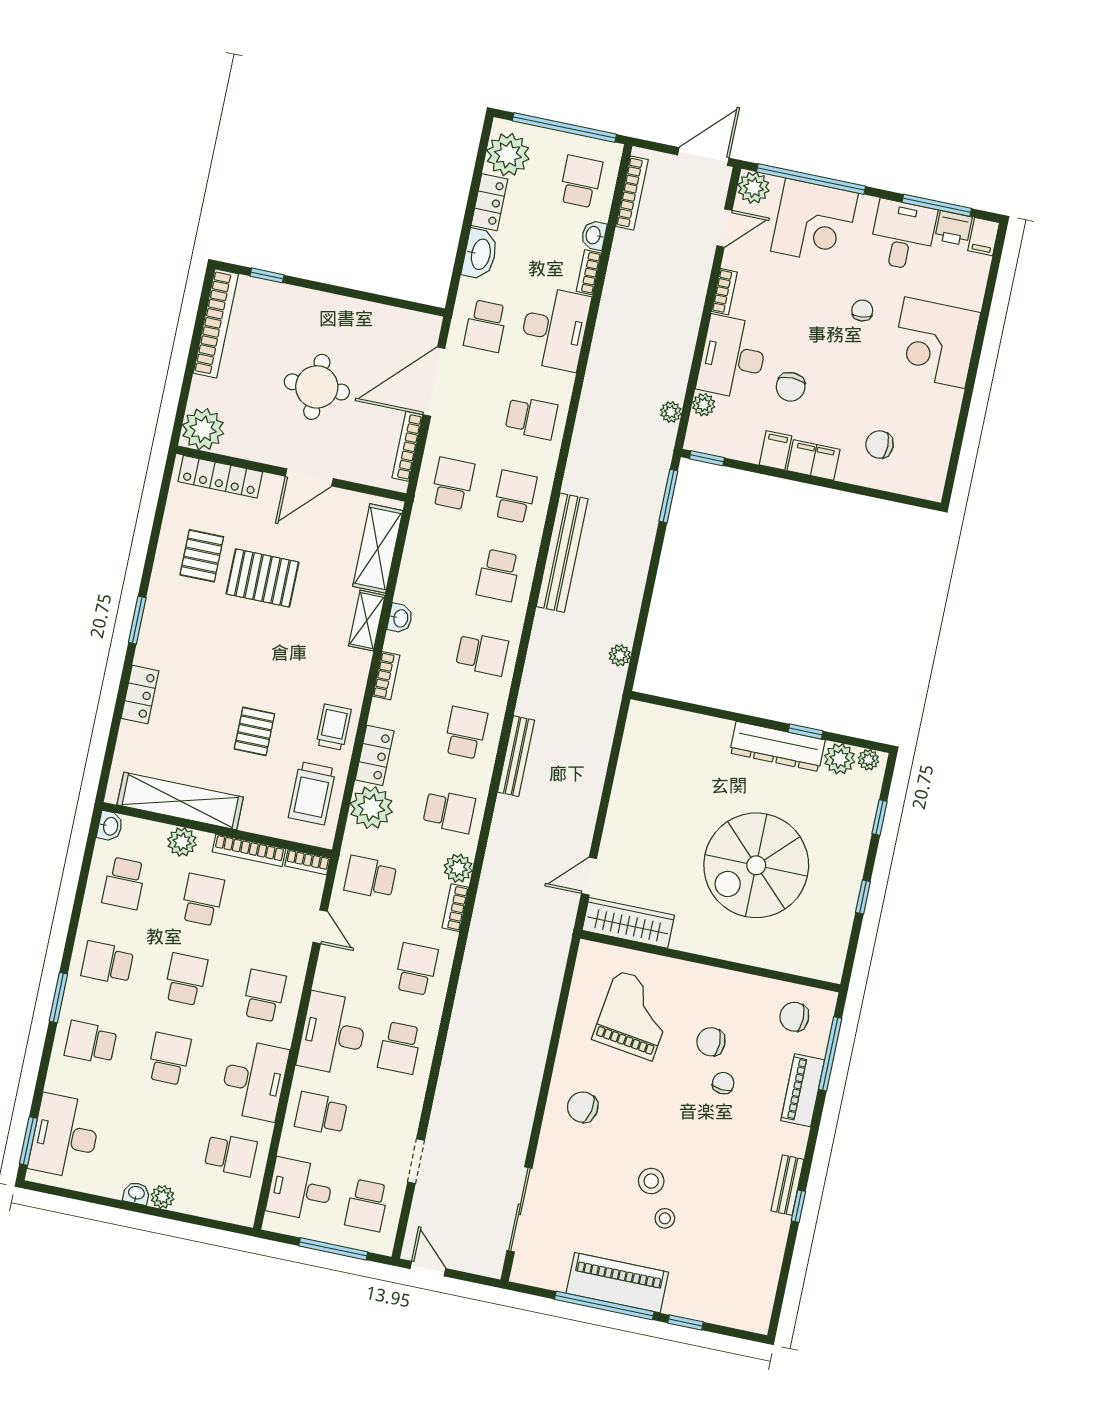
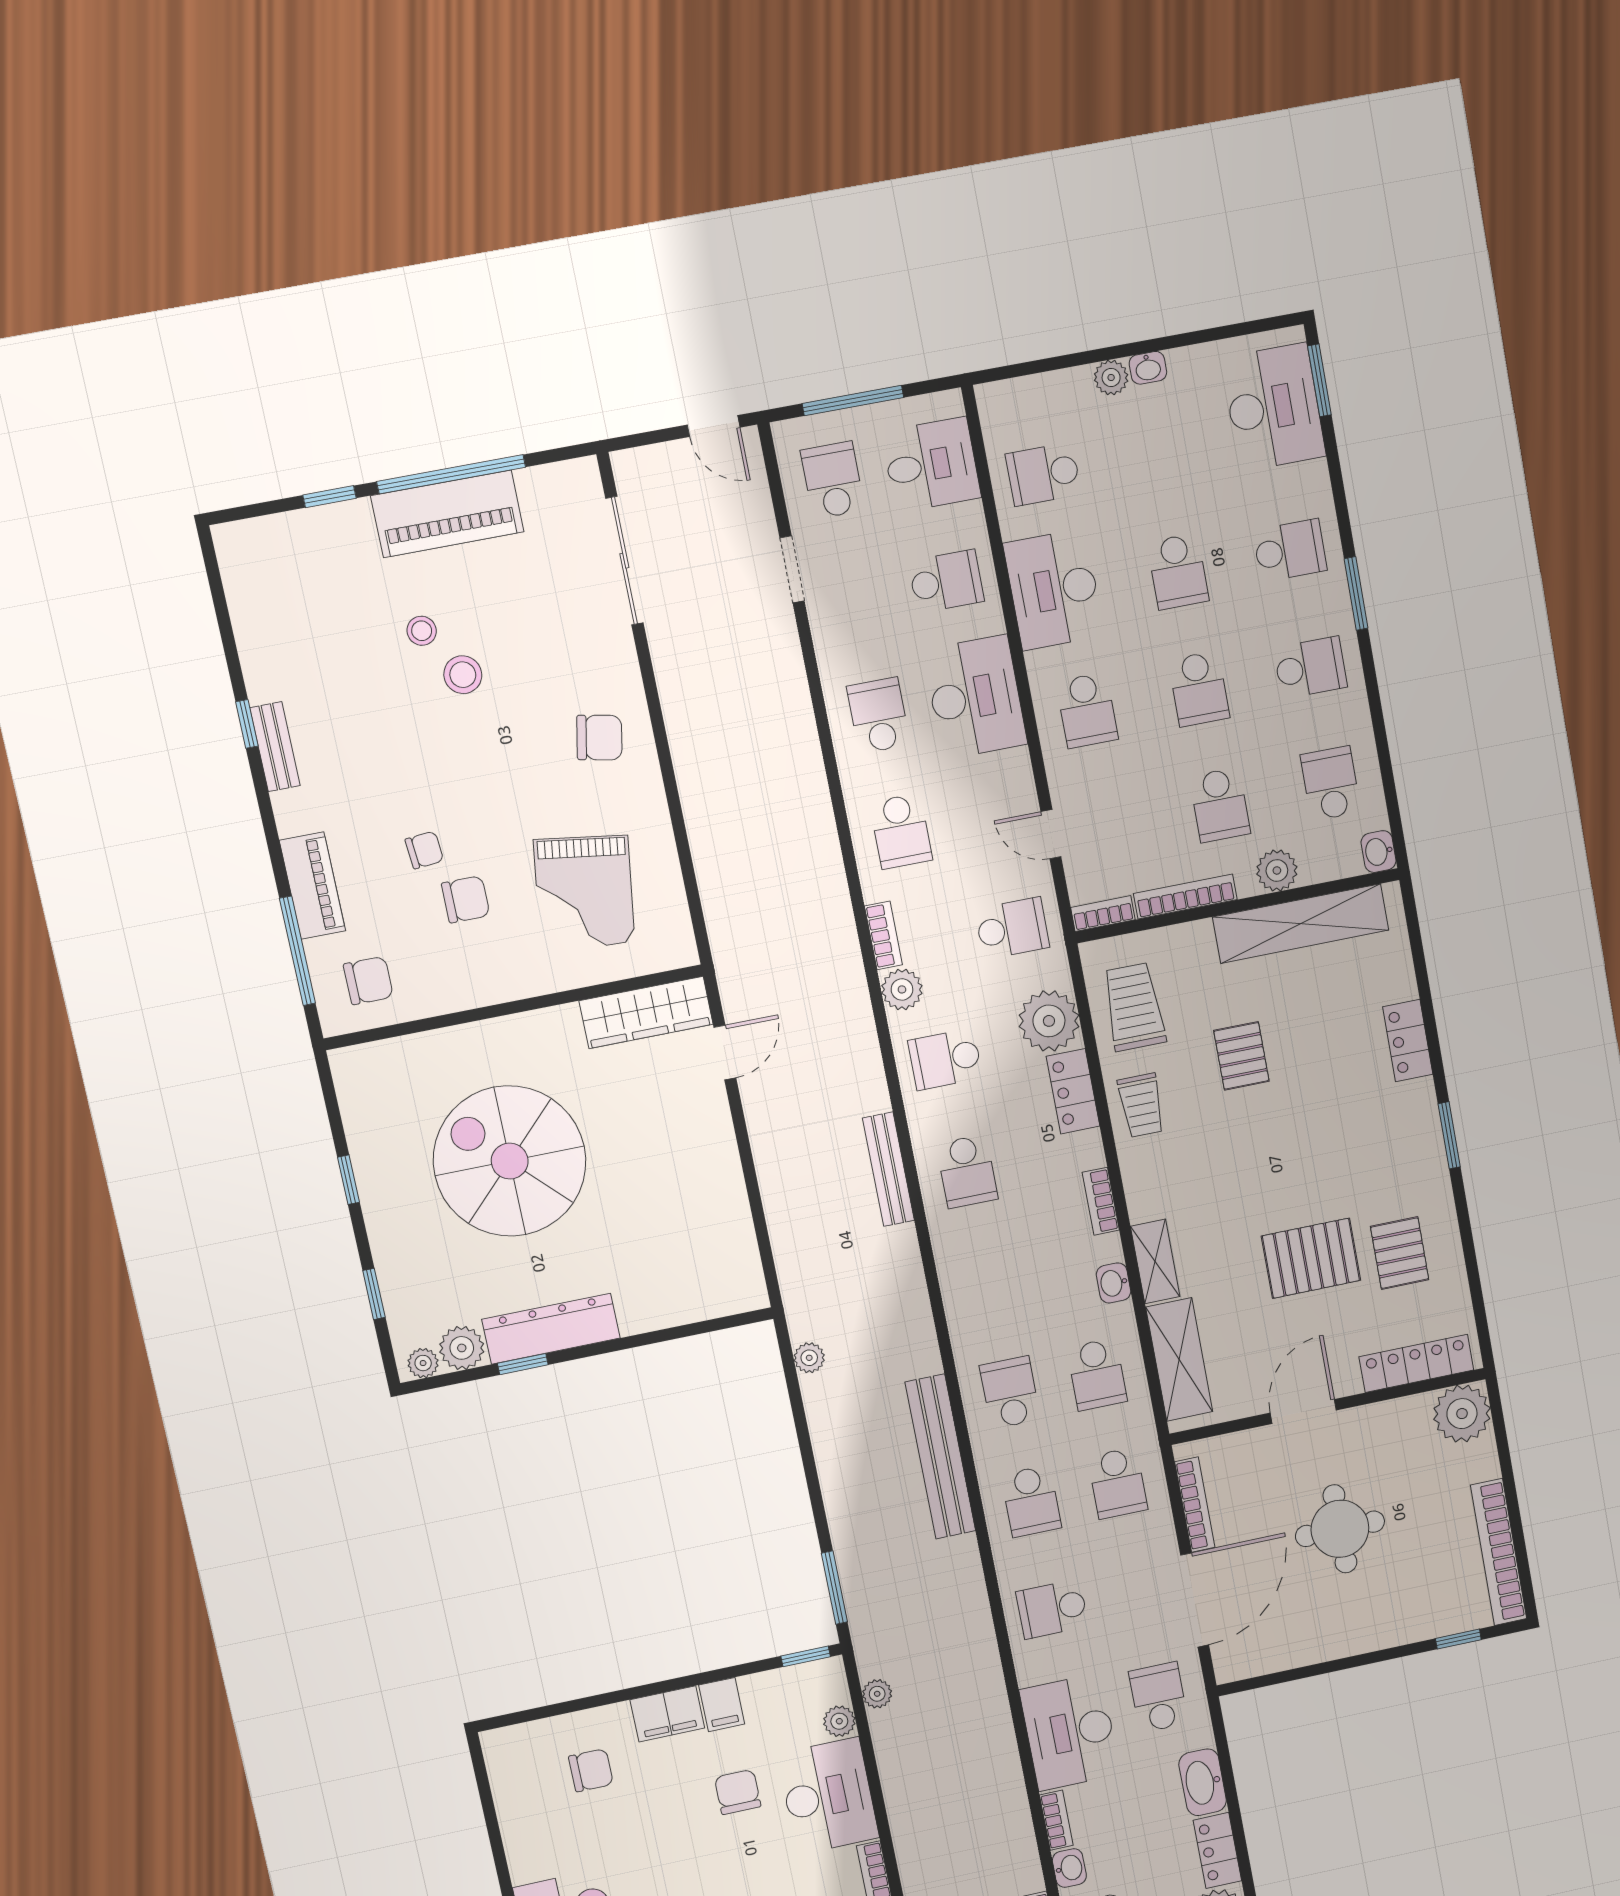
school desk: (482, 654) -> (1097, 1374), moved, turned -90
spiral stairs: (756, 865) -> (510, 1161), turned -90
chair: (723, 1083) -> (424, 850), turned -100

